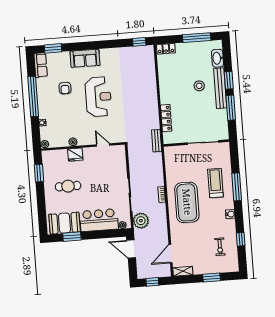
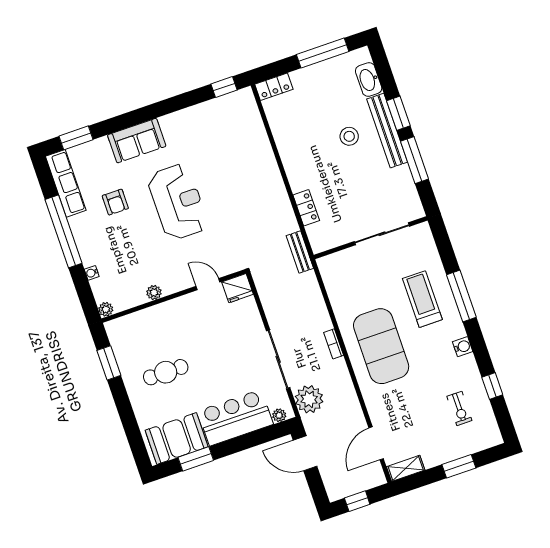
row of seats: (41, 65) -> (66, 183), width x1.48
locker: (166, 118) -> (306, 208), width x0.66
fridge: (75, 154) -> (237, 288), moved

